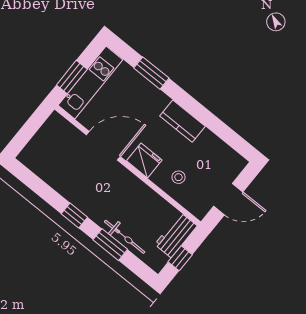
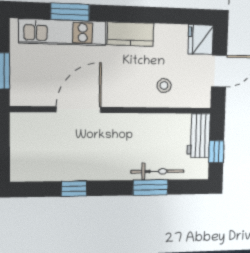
kitchen unit: (90, 82) -> (63, 32), moved, turned 90
fridge: (144, 160) -> (201, 40), moved, turned -90
window: (74, 215) -> (74, 189), moved

